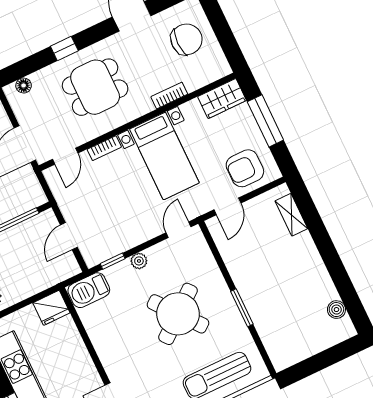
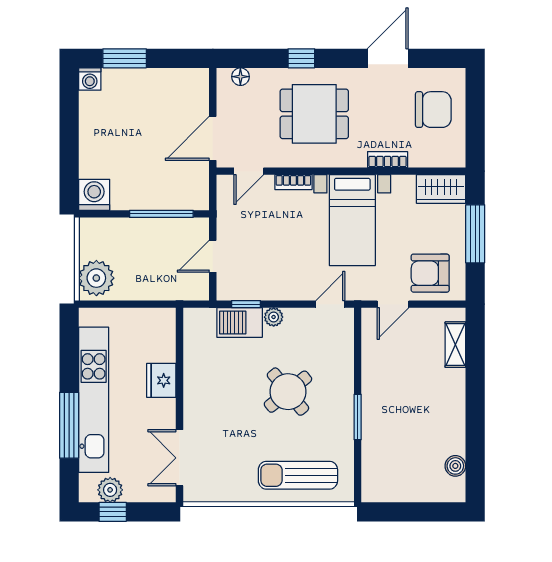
barbecue: (89, 290) -> (240, 323), moved
fridge: (51, 308) -> (161, 380), moved, turned 90
round table: (178, 314) -> (288, 392), width x0.73, depth x0.73

